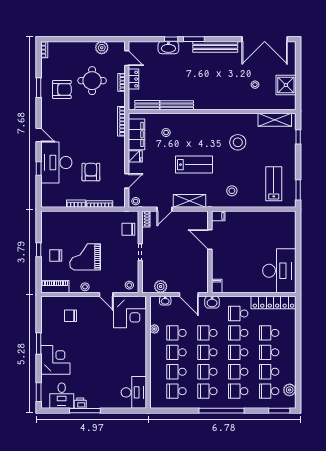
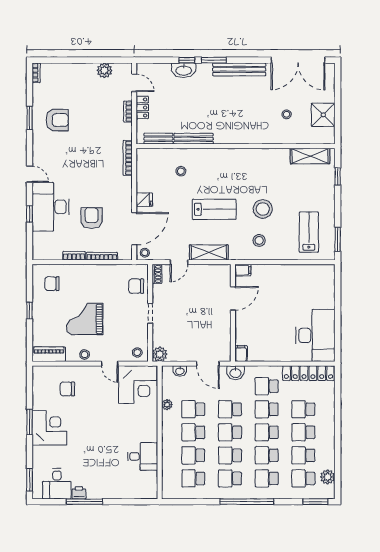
round table: (92, 81) -> (93, 110), removed
filing cabinet: (136, 134) -> (146, 173), removed
stool: (238, 142) -> (263, 209), moved
door: (127, 181) -> (134, 229), width x1.88
door: (210, 240) -> (233, 298), swing flipped
chair: (56, 255) -> (52, 284), moved
plant: (161, 287) -> (160, 354), moved
corner desk: (55, 360) -> (49, 428), moved
desk: (134, 392) -> (143, 456), moved, width x0.73

